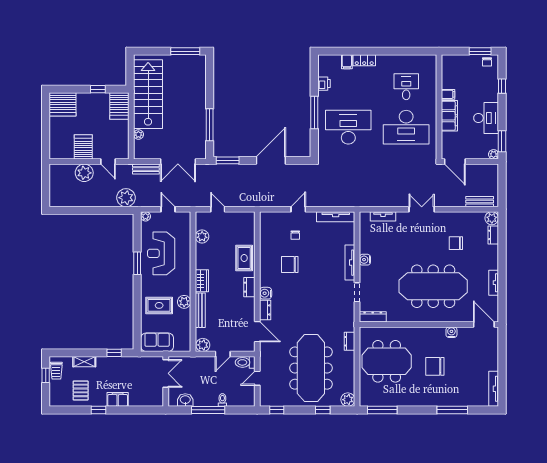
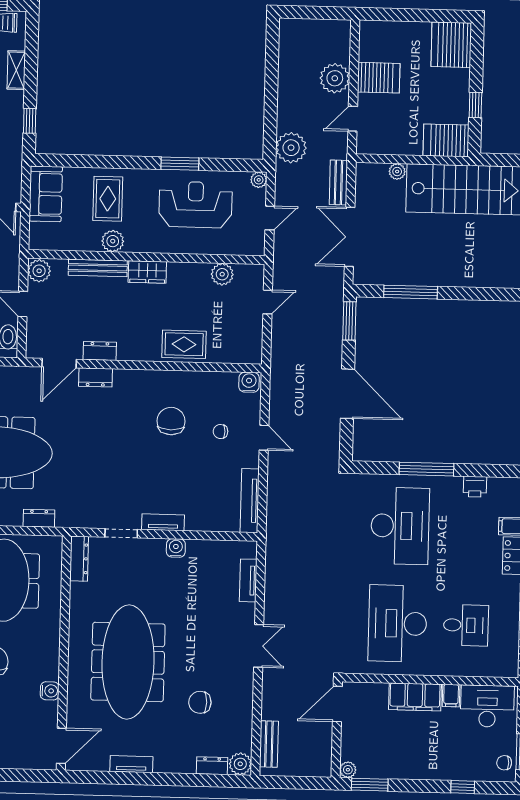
desk: (486, 118) -> (487, 706), moved, turned 180
chair: (456, 243) -> (200, 702), turned -90
tv unit: (350, 263) -> (163, 522), width x0.71
dresser: (249, 287) -> (100, 351), moved
water cooler: (266, 293) -> (249, 382), moved

